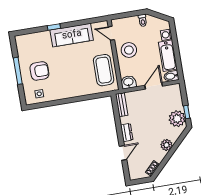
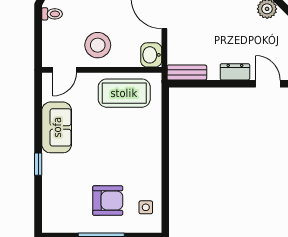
sofa: (72, 35) -> (57, 127), width x0.73
armchair: (39, 71) -> (108, 201), turned 90

